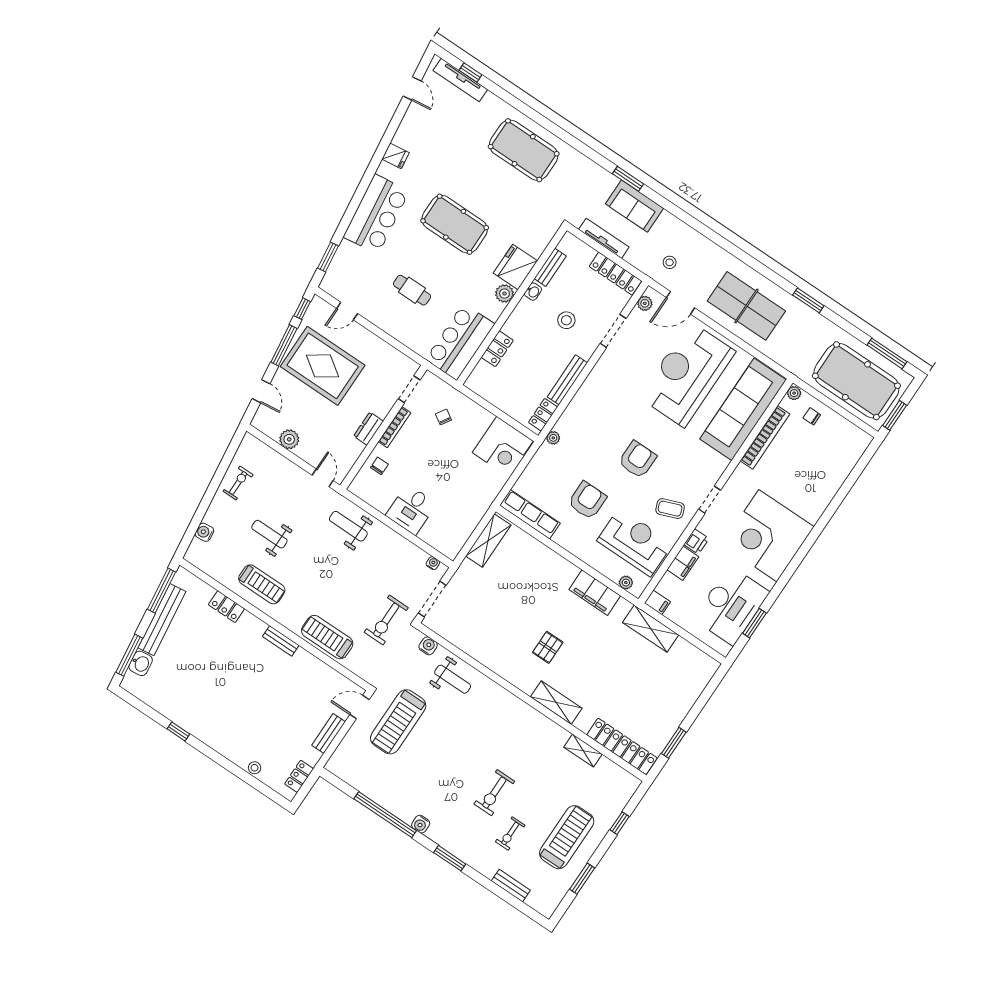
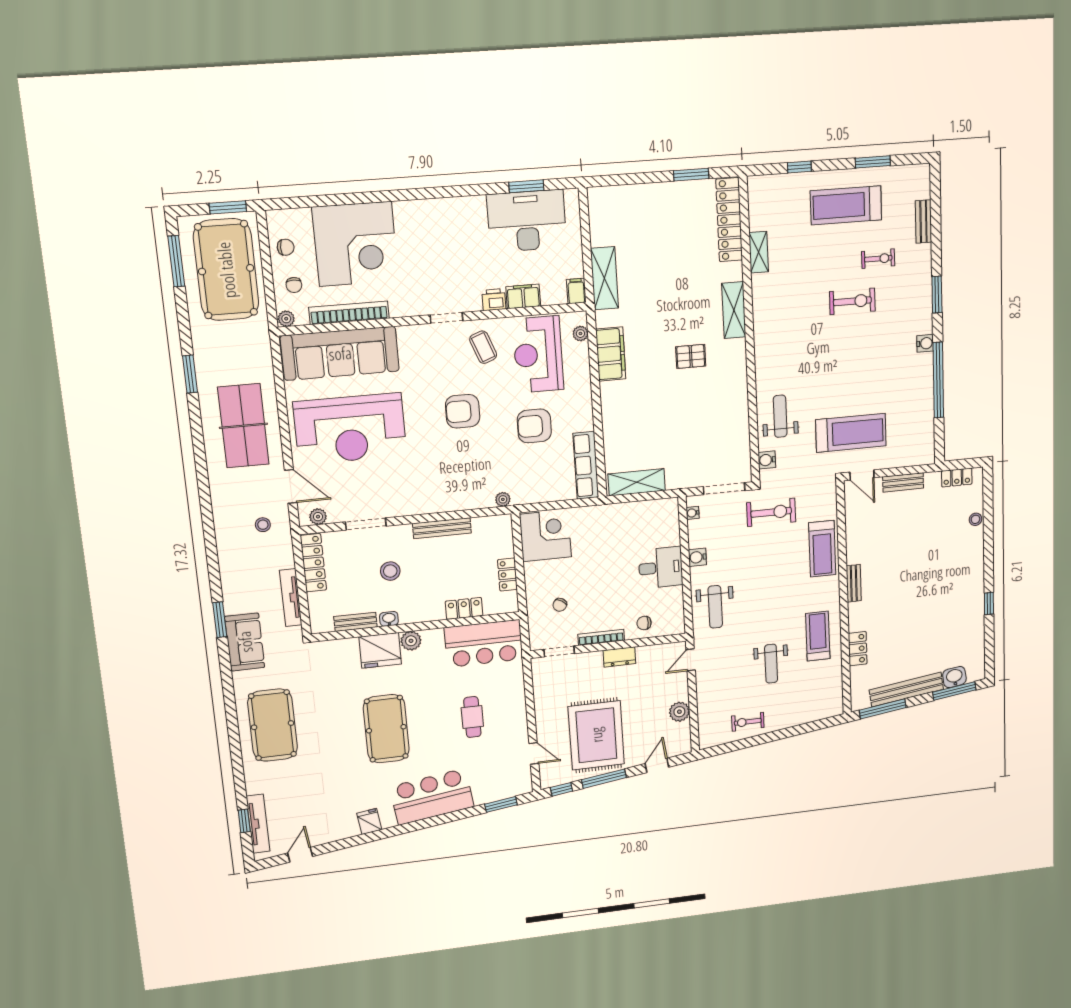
sofa: (634, 206) -> (245, 642), moved
locker: (543, 415) -> (507, 575), moved, turned 90
chair: (840, 431) -> (286, 247), added
water cooler: (204, 532) -> (697, 557), moved, turned 97
corner desk: (768, 536) -> (355, 244), moved

